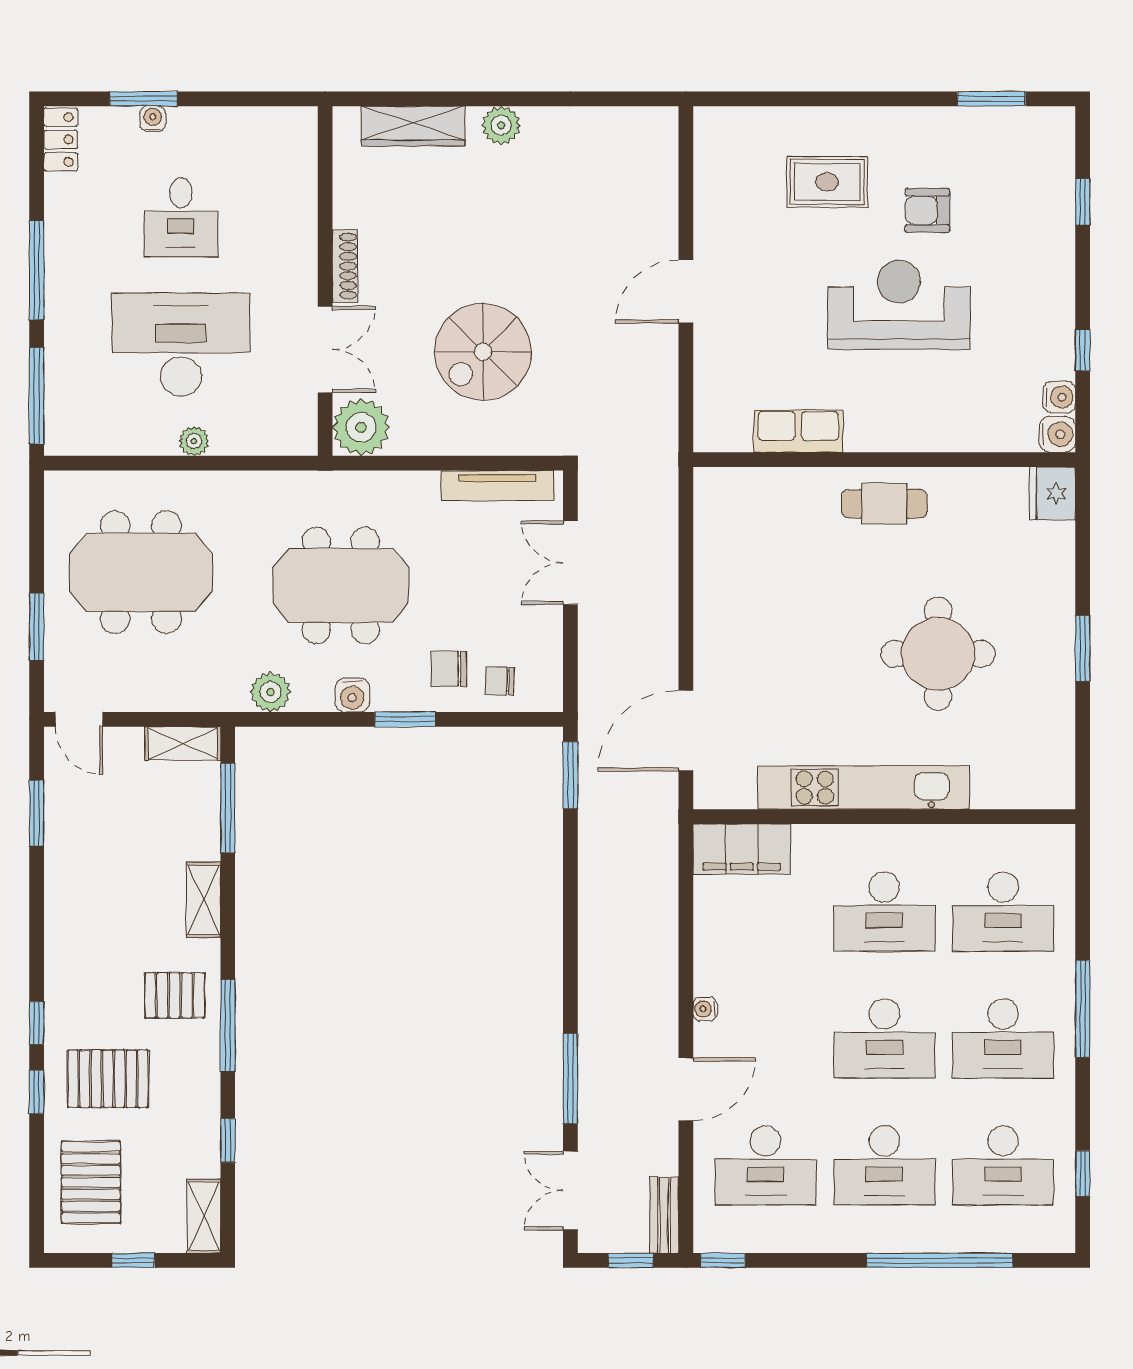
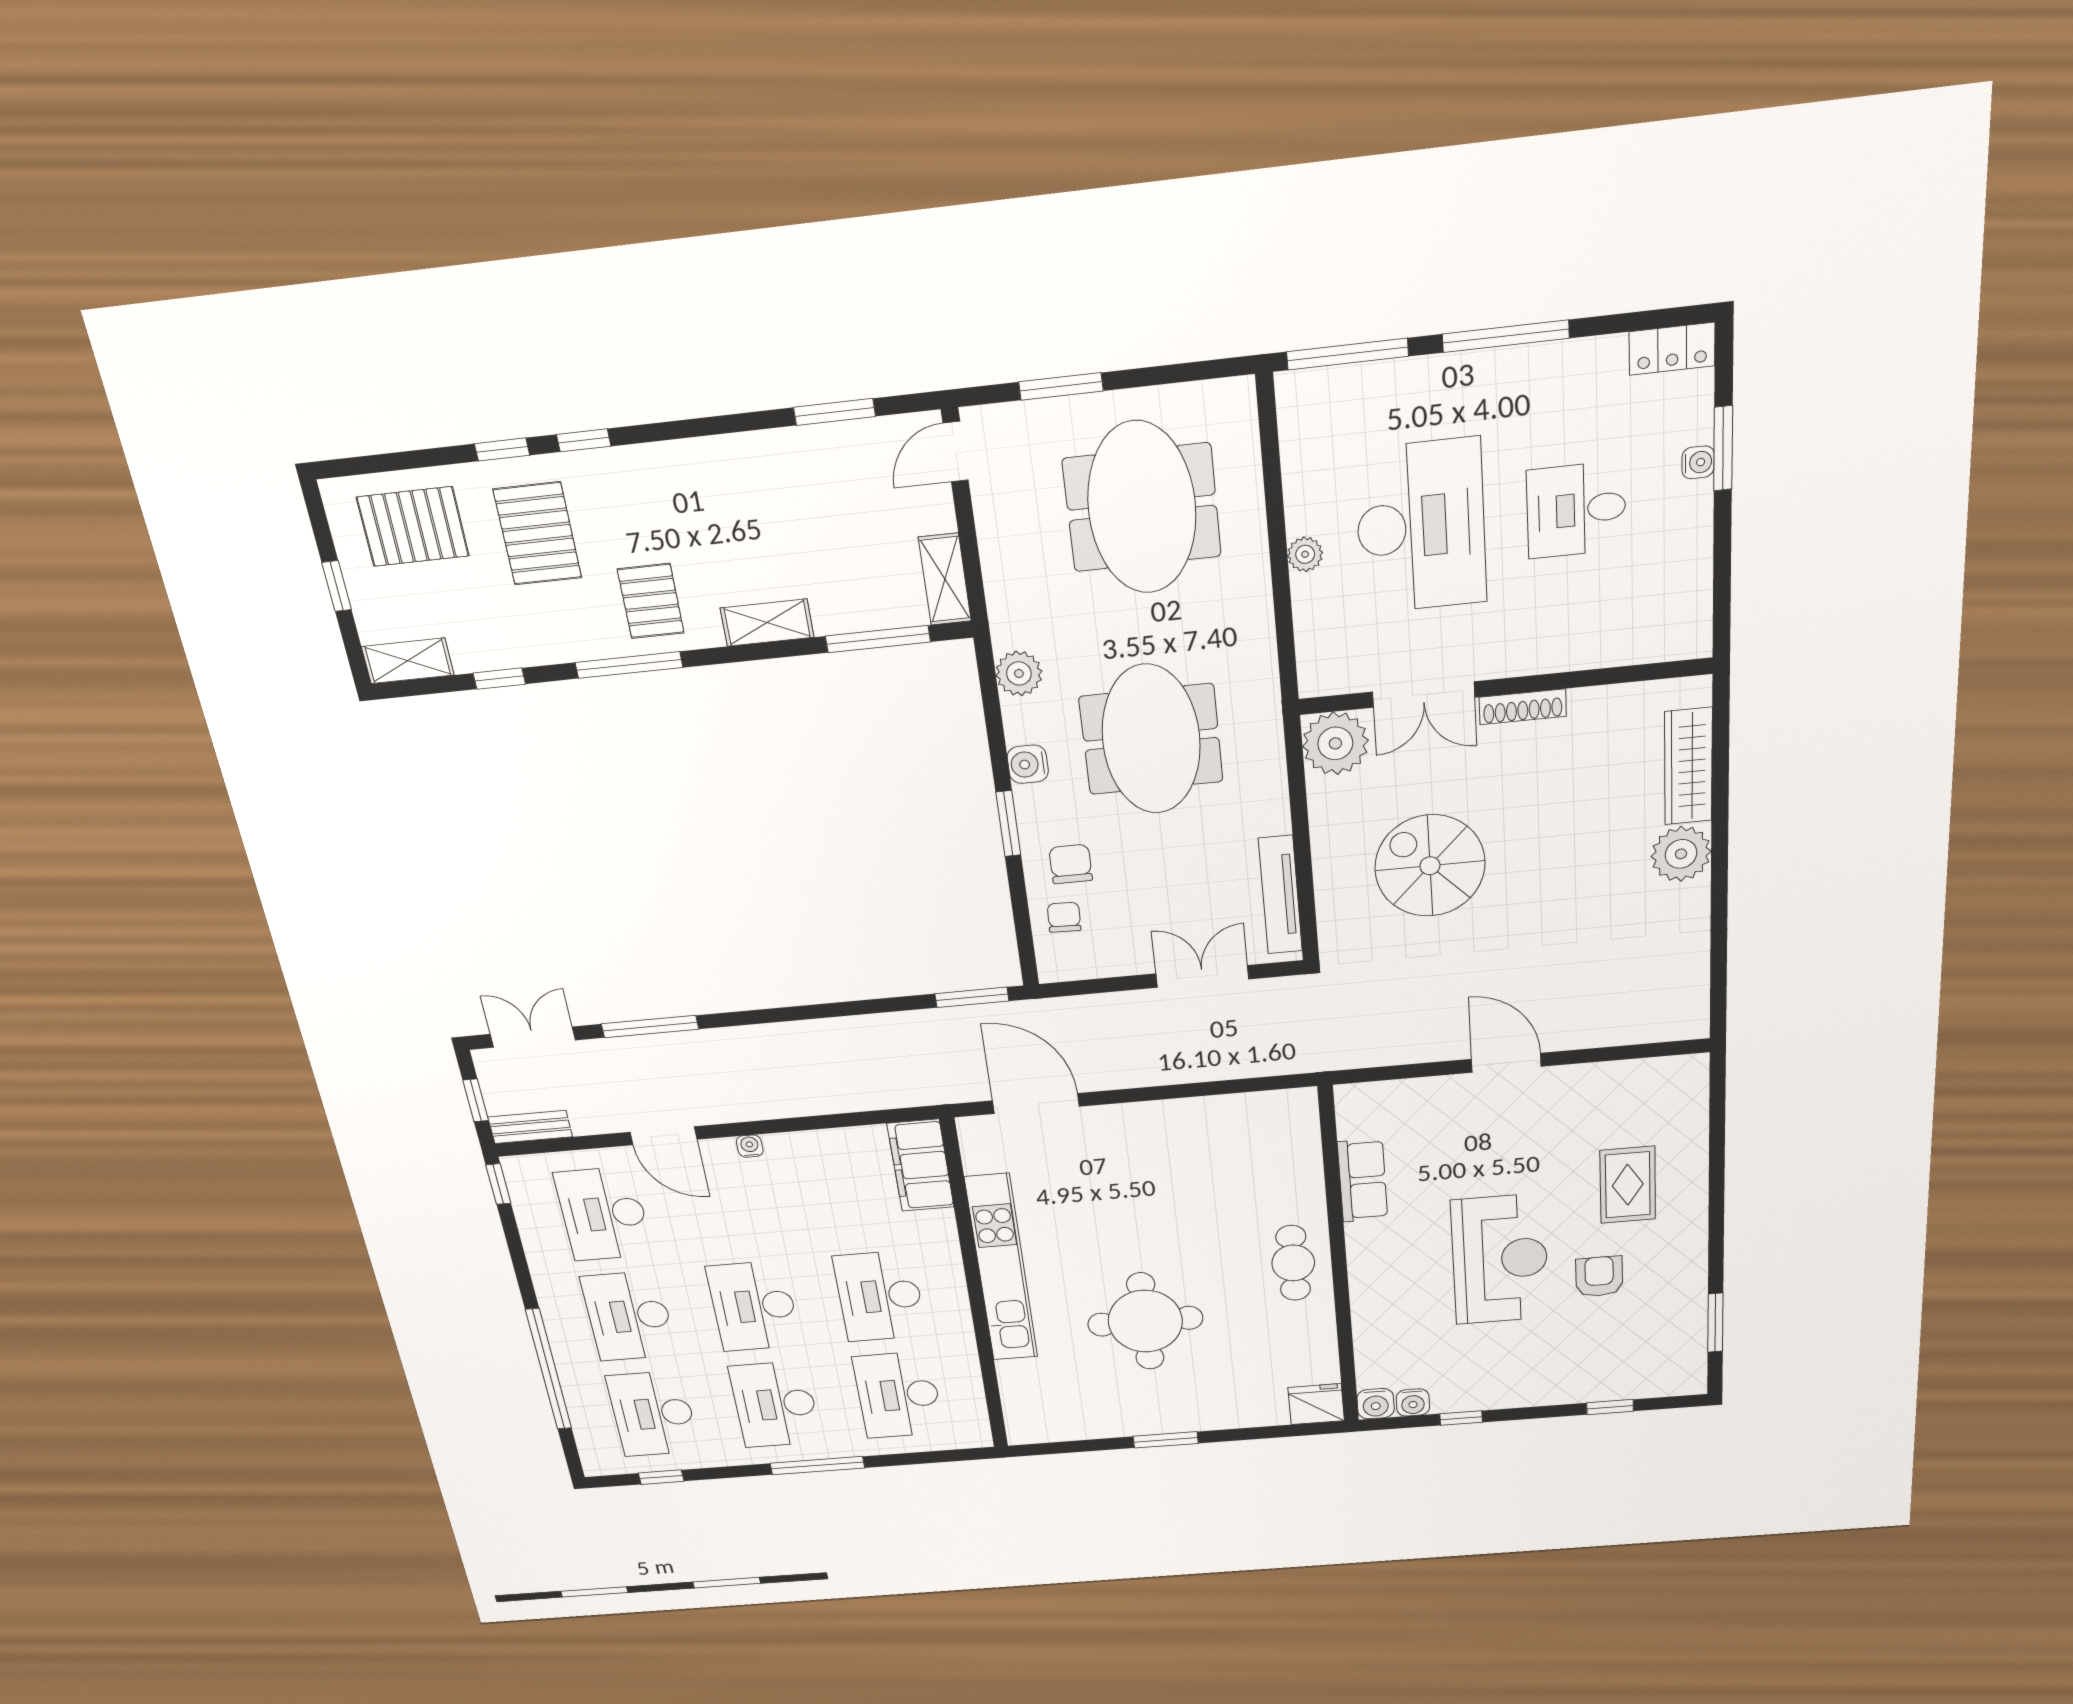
plant: (501, 125) -> (1681, 854), width x1.36, depth x1.36

